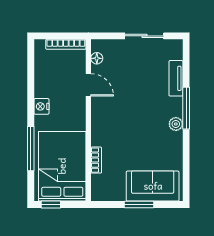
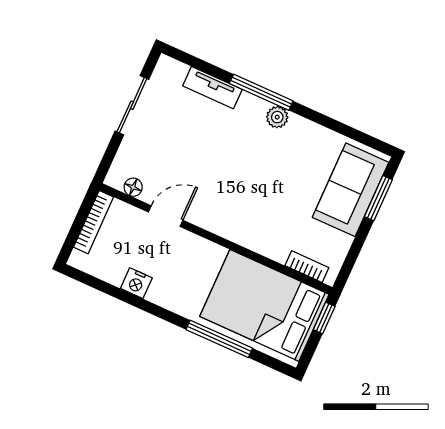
nightstand: (41, 106) -> (136, 283), moved
bookcase: (96, 160) -> (307, 267), moved
window: (51, 205) -> (324, 318), moved
window: (139, 205) -> (378, 198), moved

